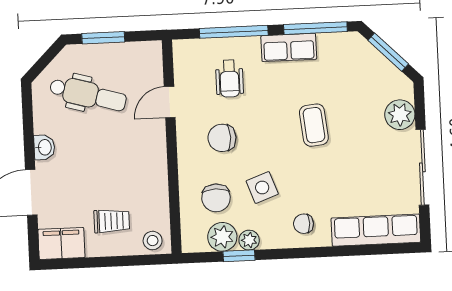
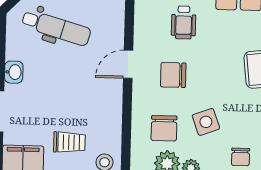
door: (170, 102) -> (128, 64), moved
chair: (303, 224) -> (241, 157), turned -90

